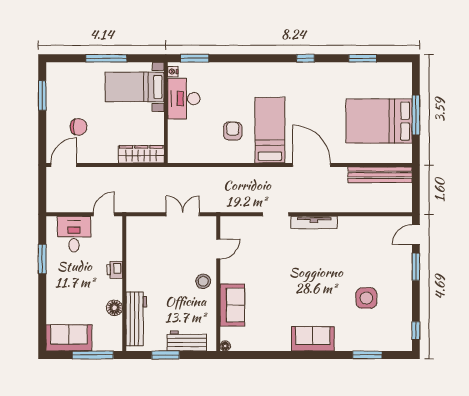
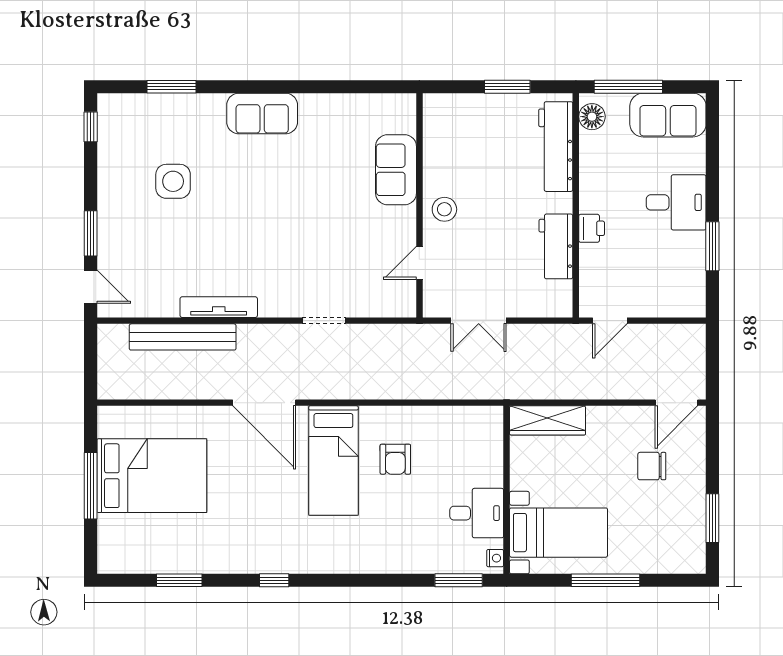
desk: (184, 99) -> (477, 513), width x0.73
bench: (380, 175) -> (183, 337), moved
tv unit: (314, 222) -> (219, 307), moved
desk: (74, 234) -> (676, 202), moved, turned -90
door: (416, 235) -> (91, 287), hinge flipped
floor lamp: (115, 308) -> (592, 117), moved
workbench: (187, 341) -> (556, 246), moved, turned 90
floor lamp: (225, 346) -> (408, 102), removed

